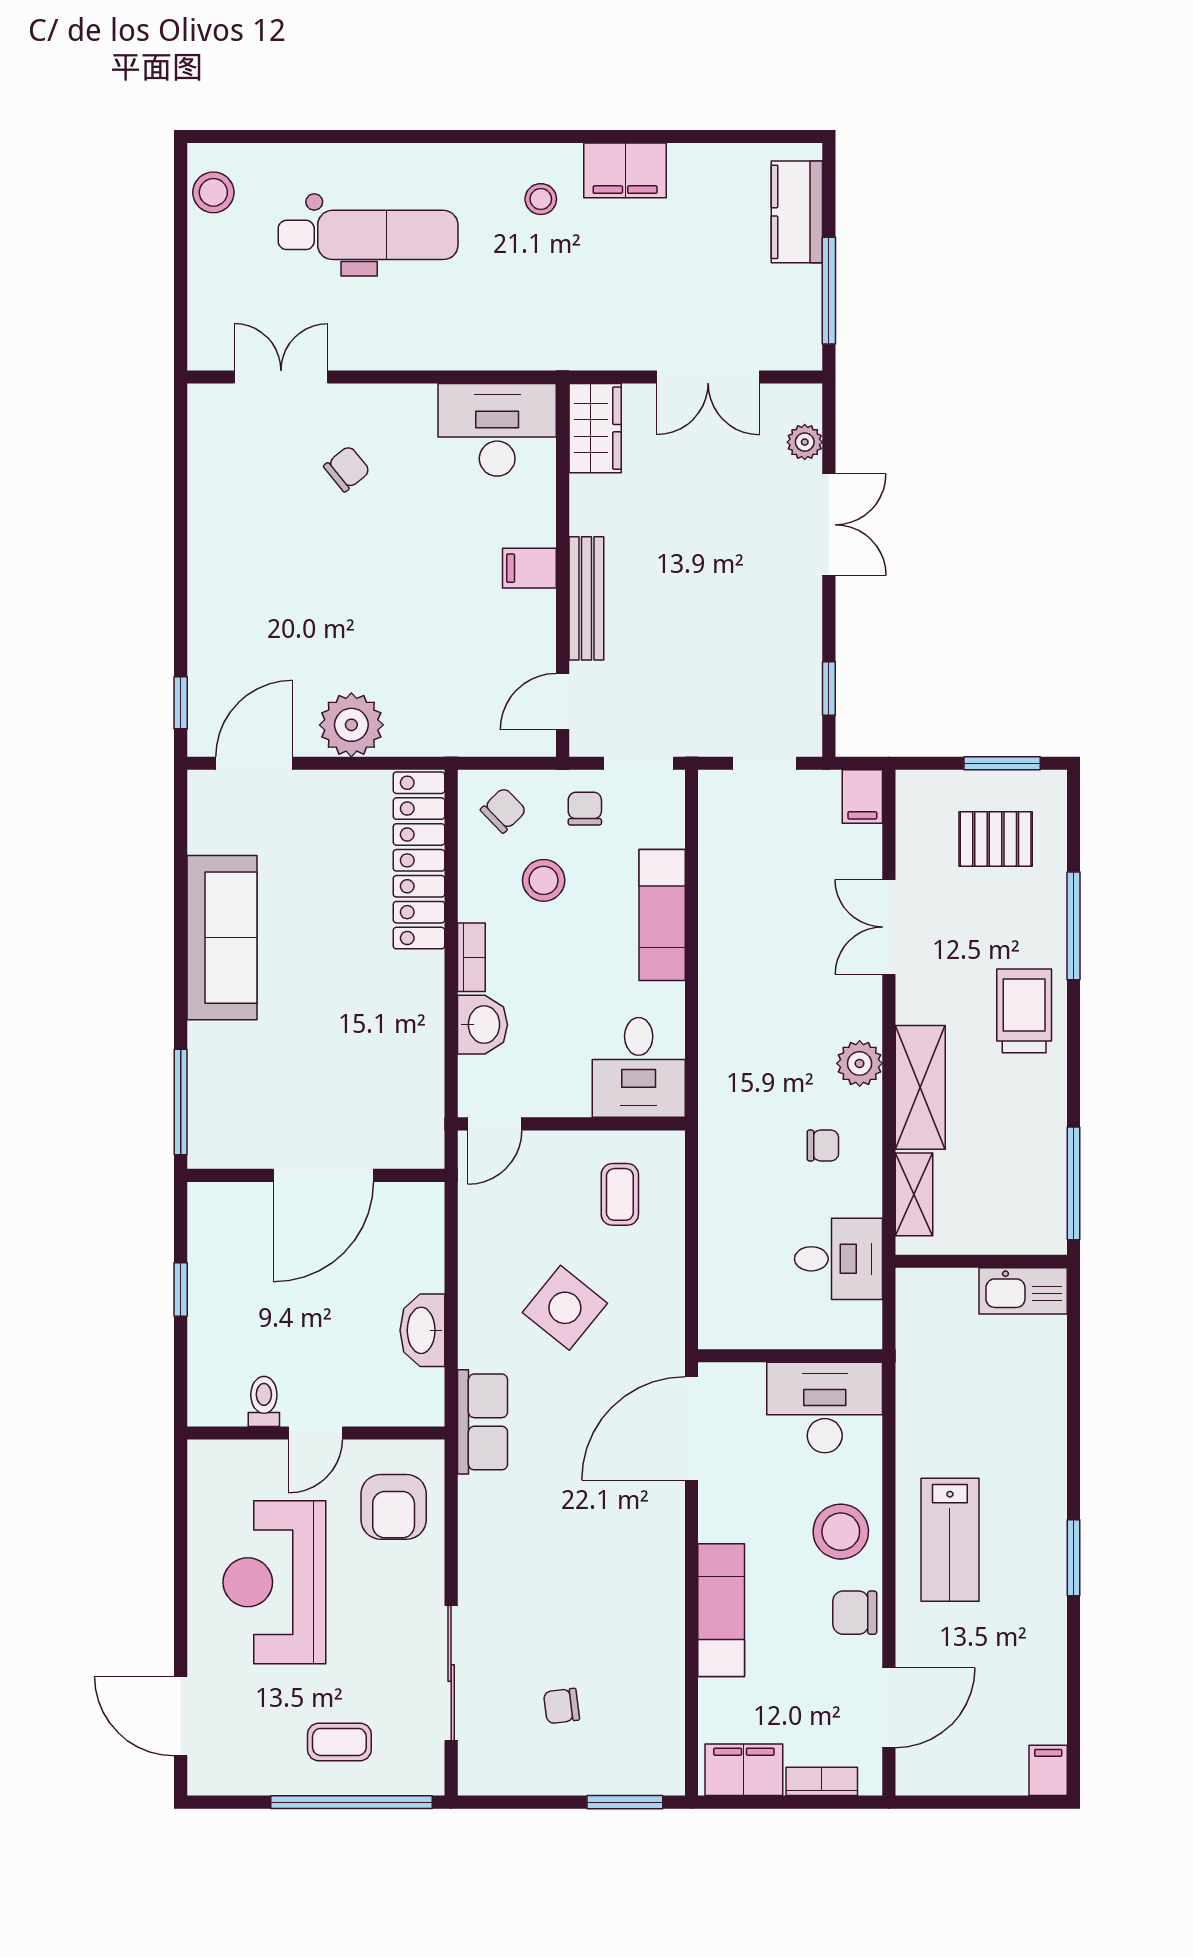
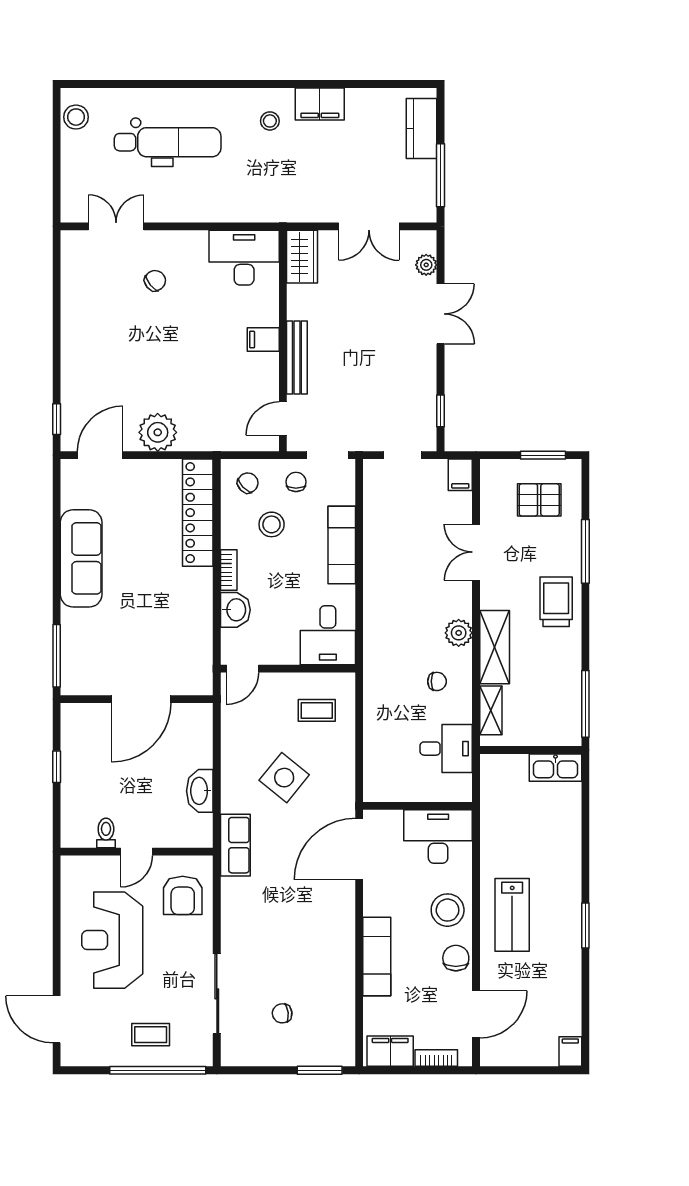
coffee table: (620, 1194) -> (317, 710), turned 90
chair: (855, 1613) -> (456, 958), turned 90

